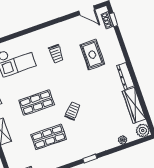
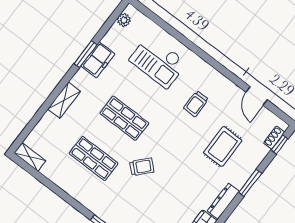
door: (87, 10) -> (257, 96), moved
window: (125, 53) -> (250, 183), added

